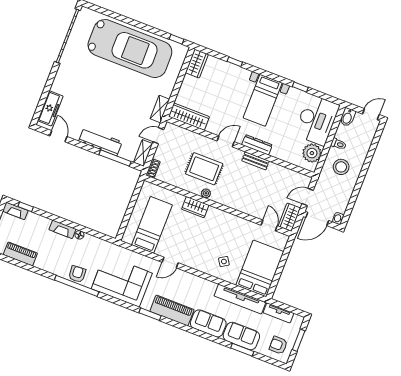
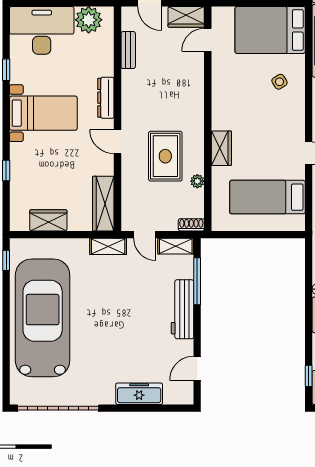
wardrobe: (197, 64) -> (48, 220), moved
freezer: (50, 108) -> (139, 394), moved
bench: (255, 161) -> (128, 50), moved
plant: (206, 193) -> (197, 181), moved

